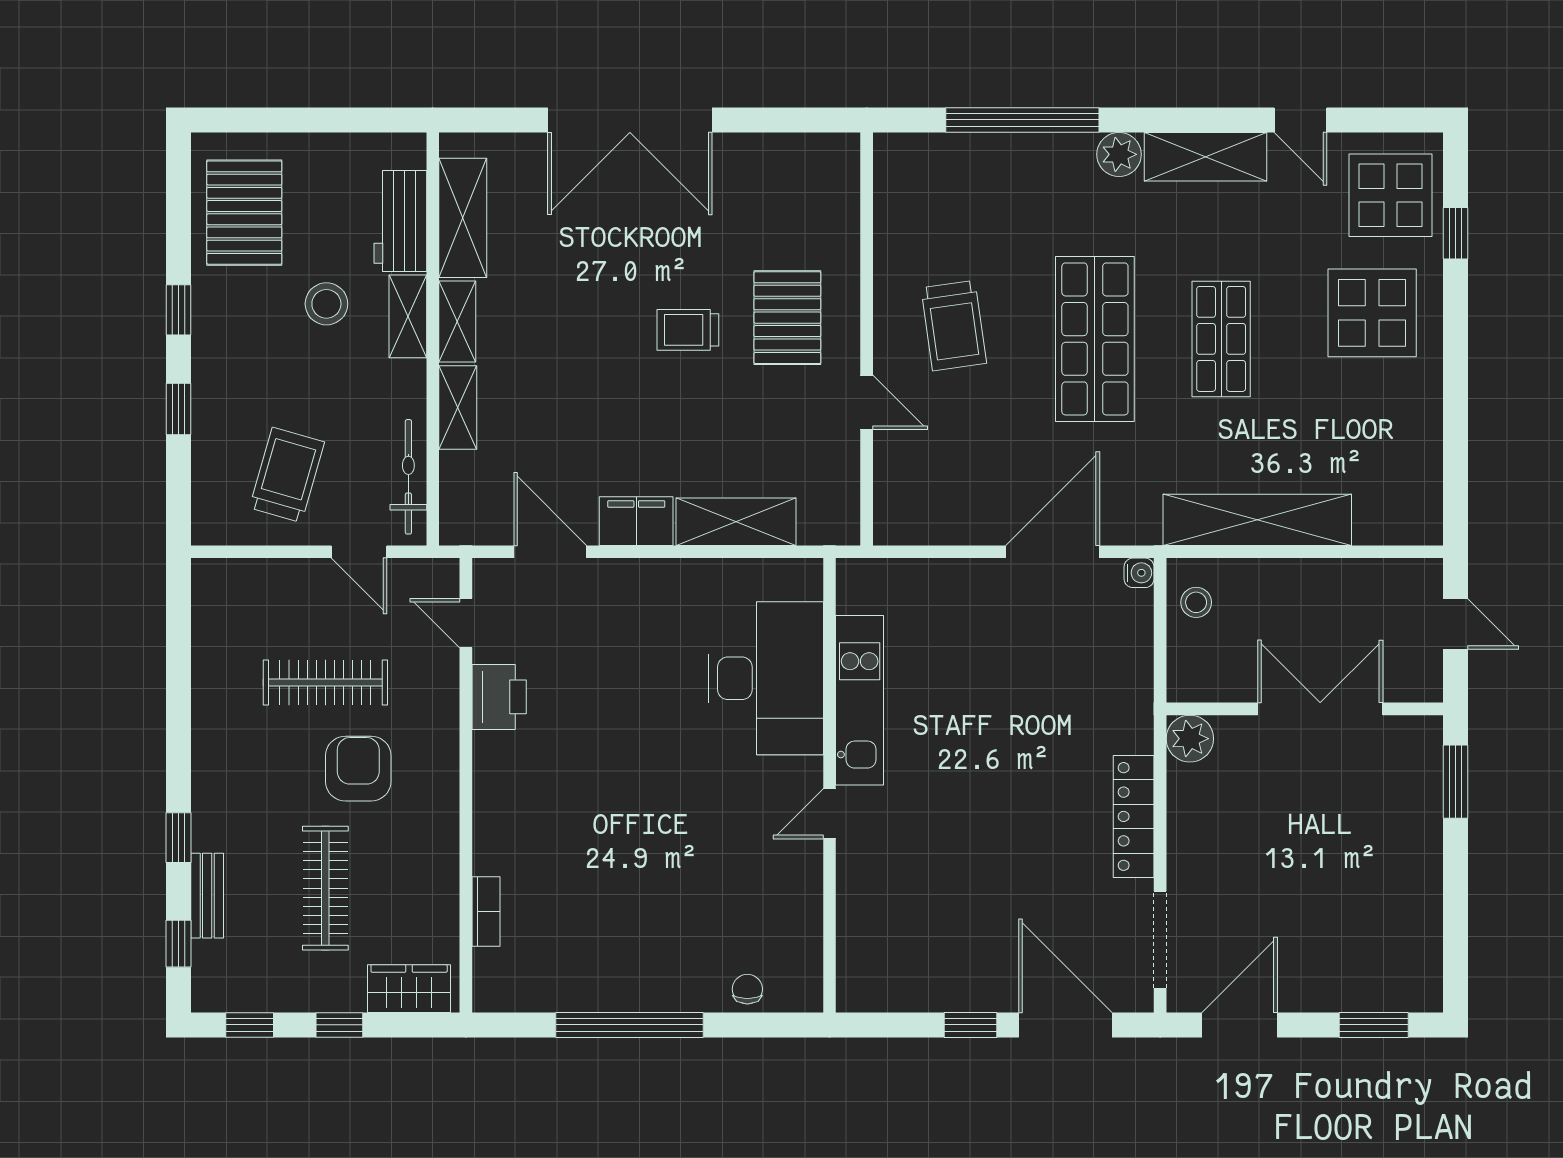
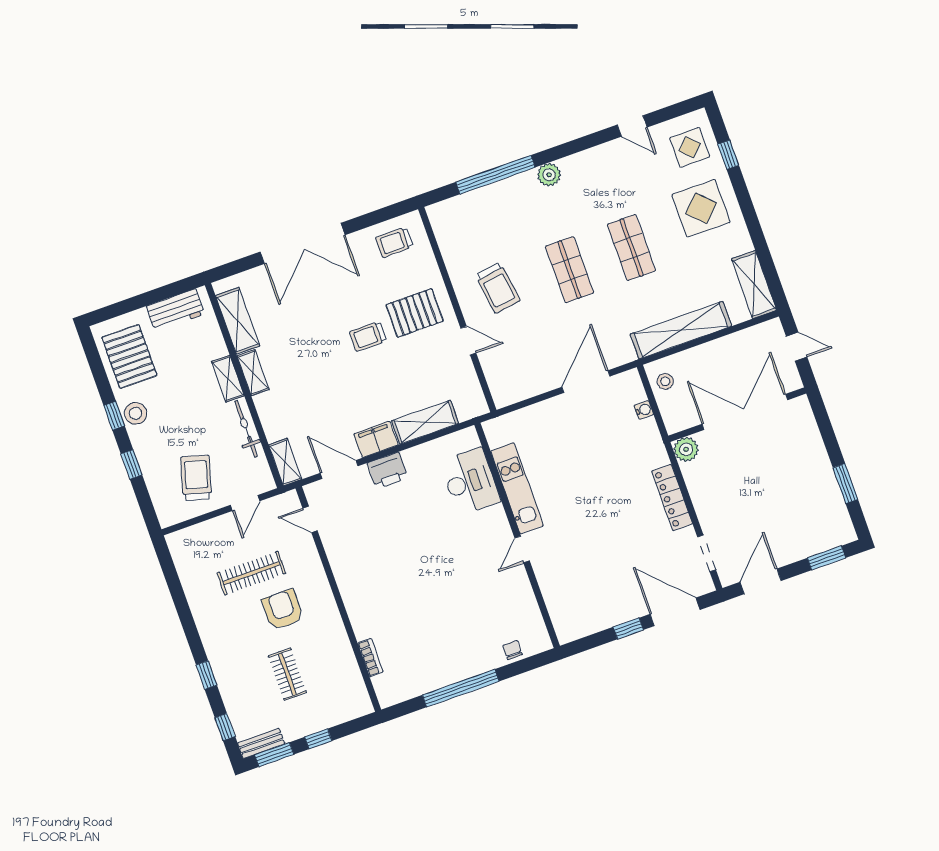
shelving: (1205, 157) -> (754, 284), moved, turned 90
trolley: (796, 177) -> (394, 242), added
display table: (1391, 195) -> (690, 147), width x0.73, depth x0.73
workbench: (400, 221) -> (175, 310), moved, turned -90
stool: (326, 304) -> (136, 413), moved
pallet: (787, 318) -> (415, 313), turned 90
shop shelf: (1095, 339) -> (569, 270), width x0.70, depth x0.74
shelving: (458, 407) -> (285, 462), moved
bicycle: (408, 477) -> (246, 429), moved
door: (359, 552) -> (245, 503), hinge flipped
water cooler: (1139, 573) -> (644, 410), moved
desk: (766, 678) -> (470, 482), width x0.73, depth x0.77
printer: (499, 697) -> (387, 471), moved, turned 90
double door: (1320, 709) -> (745, 412), width x1.36
window: (1456, 782) -> (845, 483), moved
clothes rail: (325, 888) -> (287, 674), width x0.73
bench: (207, 896) -> (261, 743), moved, turned 90
doorway: (1160, 940) -> (707, 553), width x0.73
wardrobe: (409, 989) -> (346, 709), removed
window: (250, 1025) -> (274, 755), width x1.50

